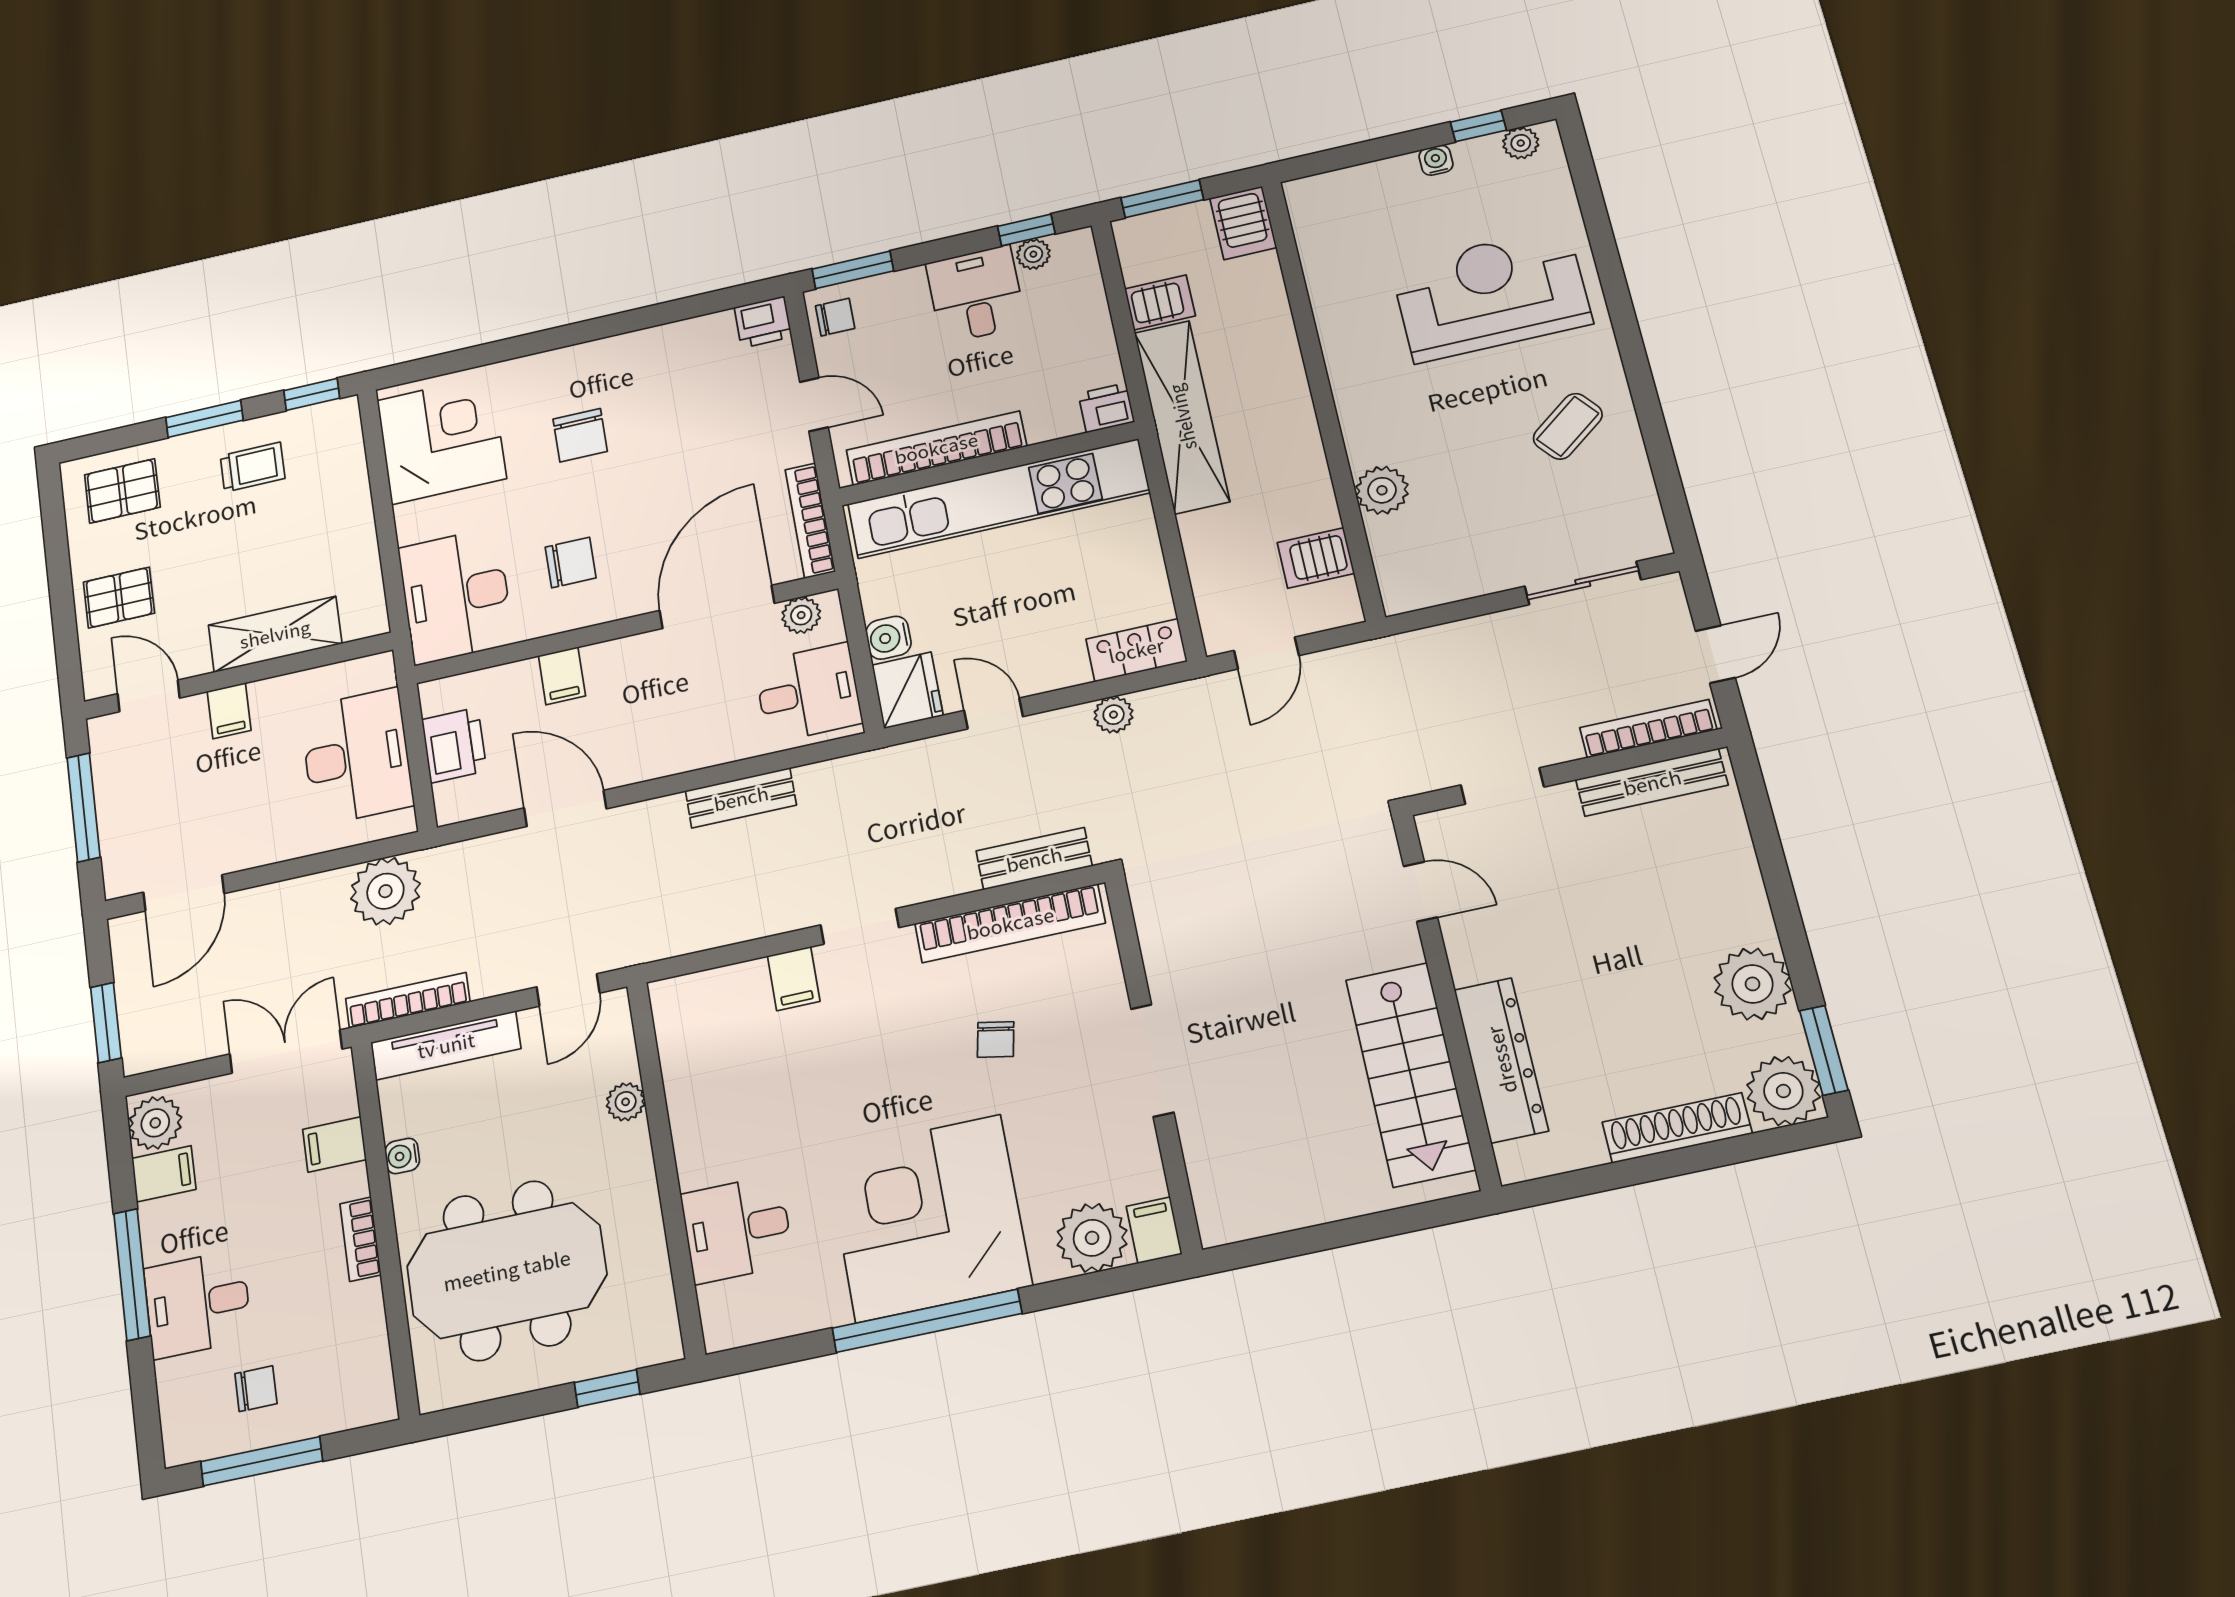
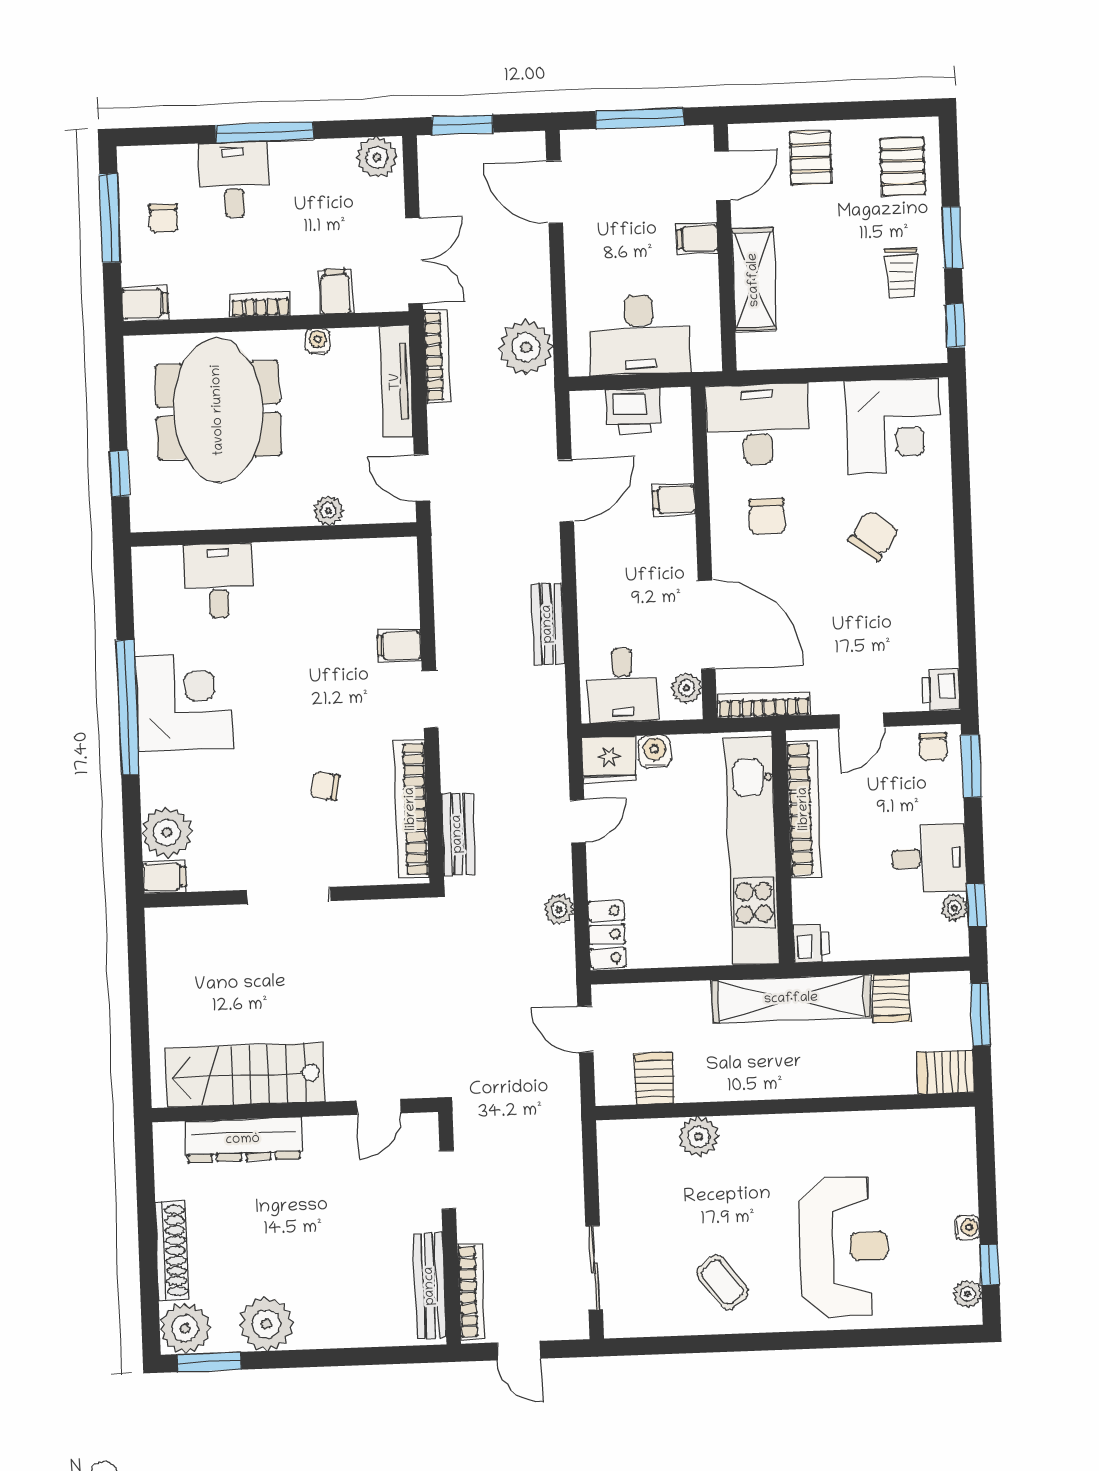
chair: (580, 435) -> (874, 535), turned 127
filing cabinet: (164, 1174) -> (145, 304), moved, turned -90
corner desk: (928, 1218) -> (184, 702), width x0.74, depth x0.74

